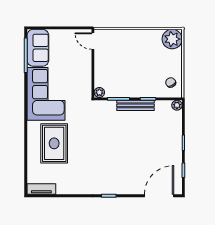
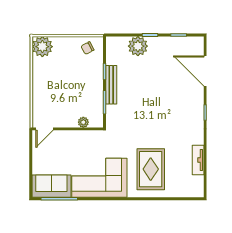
plant: (99, 92) -> (83, 122), moved
plant: (177, 105) -> (138, 46), moved, width x1.88, depth x1.88
rug: (54, 143) -> (151, 169), turned 90
tv unit: (41, 189) -> (198, 160), moved
door: (159, 196) -> (205, 71), moved

